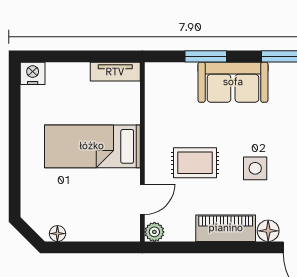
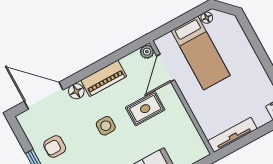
tv unit: (115, 72) -> (232, 135), width x1.41
bed: (92, 146) -> (201, 53), moved, turned 90
door: (142, 199) -> (166, 68), width x1.38

